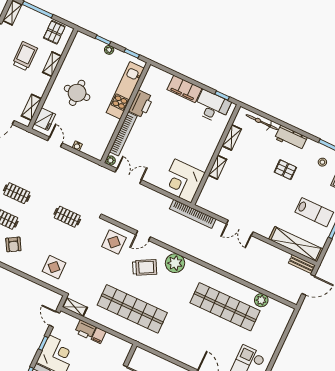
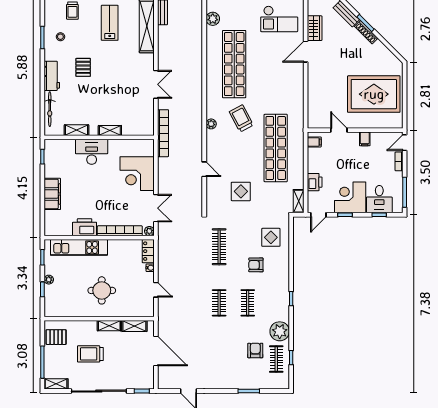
shelving: (52, 64) -> (109, 326), moved
desk: (212, 107) -> (92, 152), moved, turned 90
fridge: (45, 119) -> (140, 309), removed
door: (55, 142) -> (156, 290), swing flipped
locker: (93, 151) -> (148, 251), added
double door: (128, 176) -> (156, 208), swing flipped
corner desk: (183, 181) -> (137, 174), moved, turned 90
clothes rail: (67, 217) -> (219, 247), width x1.36
display table: (114, 242) -> (241, 191), moved
armchair: (13, 244) -> (256, 265), moved, turned -150
plant: (175, 263) -> (211, 124), width x0.53, depth x0.53
trolley: (145, 267) -> (241, 118), moved
plant: (261, 300) -> (213, 19), moved
filing cabinet: (99, 335) -> (314, 142), moved

